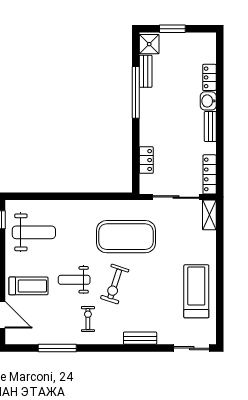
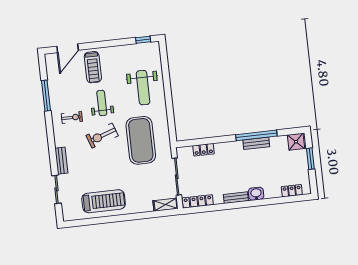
bench: (146, 71) -> (256, 143), moved
locker: (209, 77) -> (292, 191), moved
weight bench: (34, 232) -> (143, 88), moved
exercise bike: (115, 284) -> (102, 136), turned -37
sliding door: (192, 348) -> (57, 189), moved

